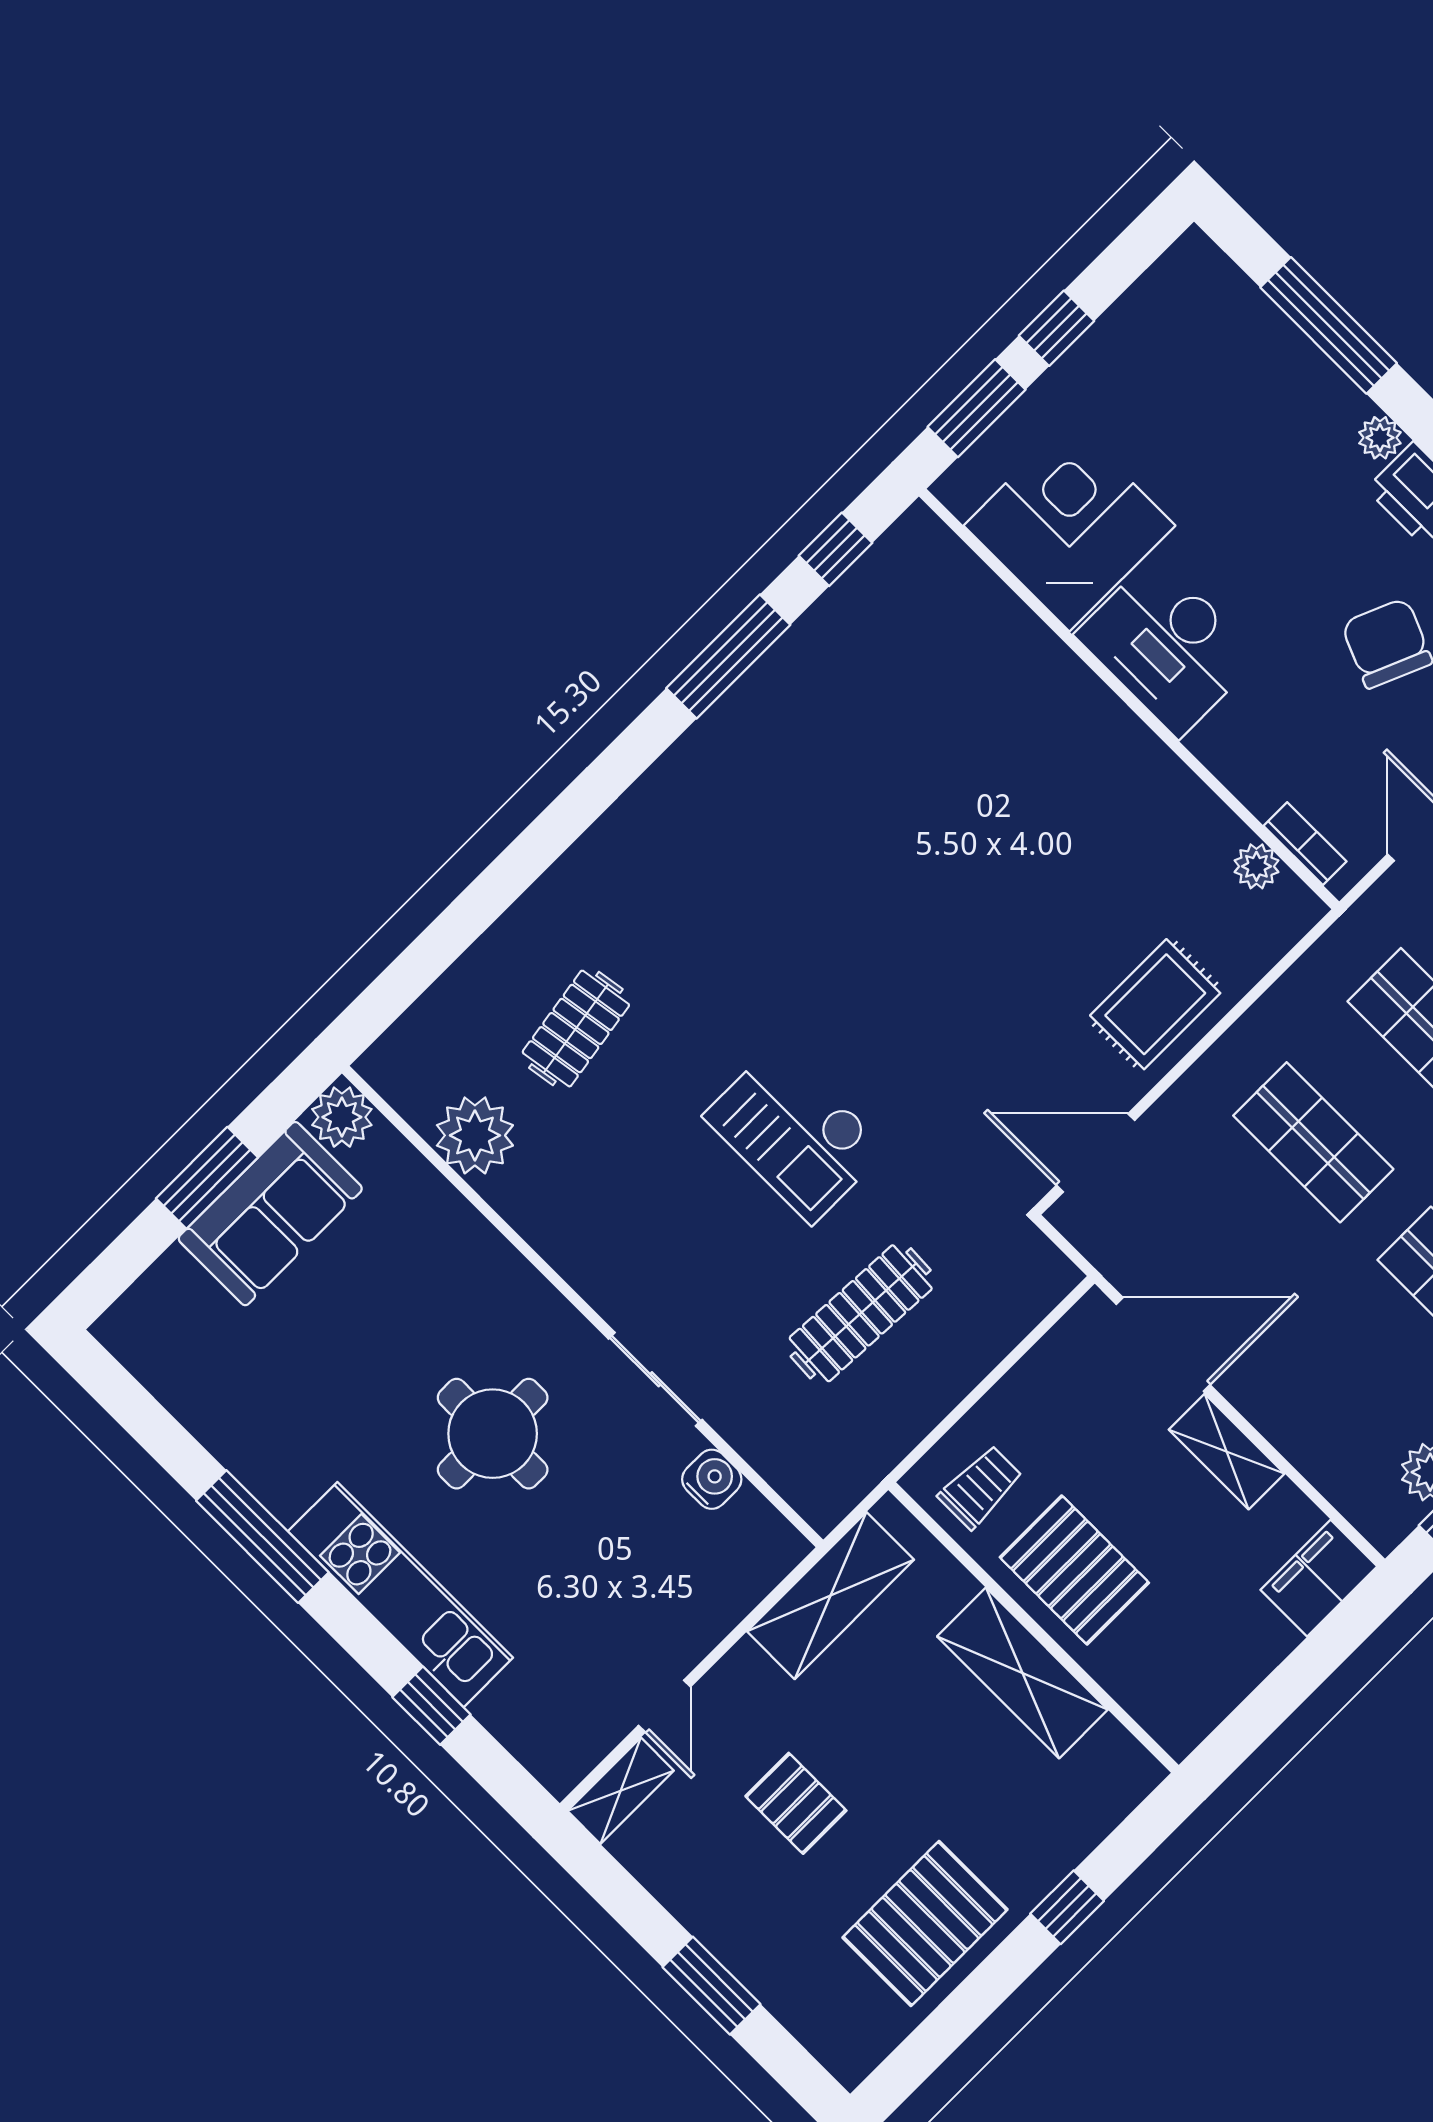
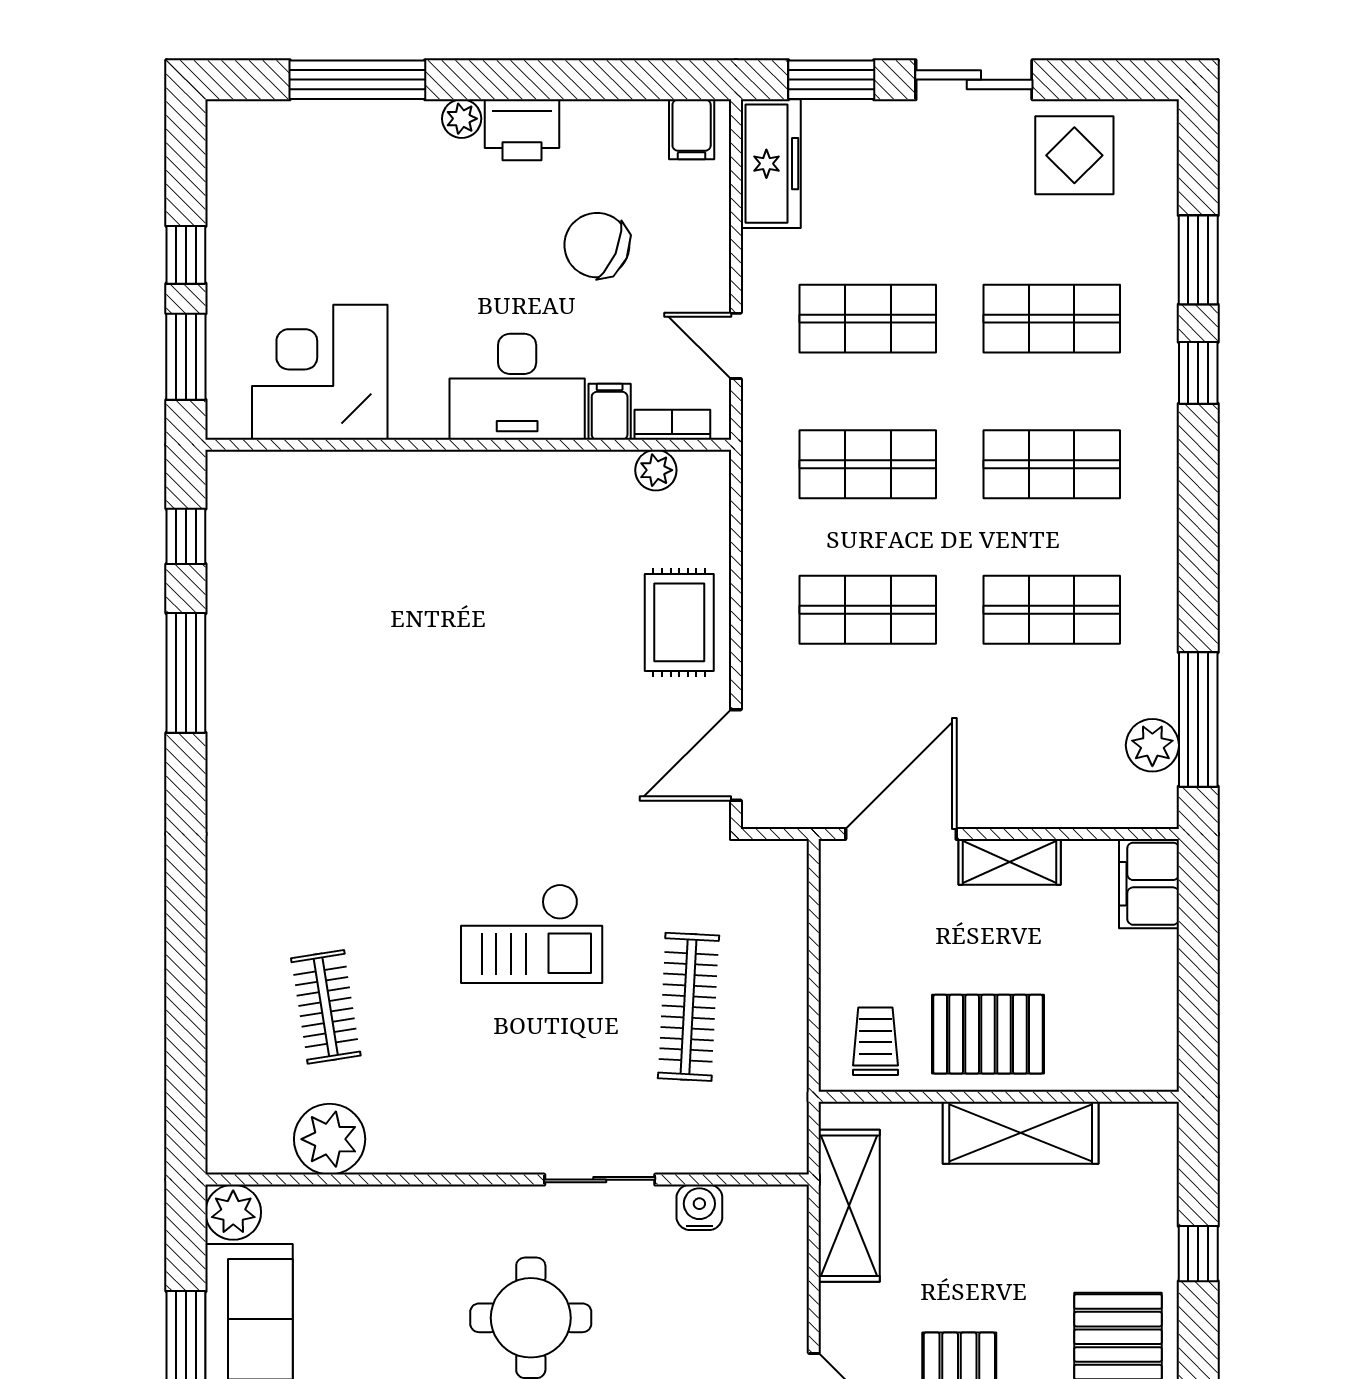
desk: (1167, 646) -> (517, 387), moved
filing cabinet: (1266, 784) -> (610, 412), added

